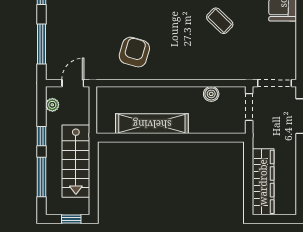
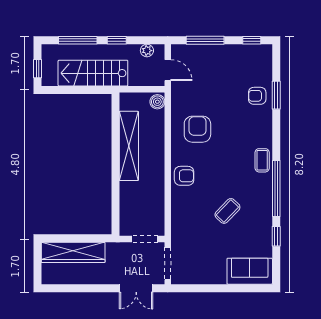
armchair: (134, 52) -> (197, 129), turned -106
armchair: (183, 66) -> (184, 176), added
boiler: (211, 94) -> (157, 102), moved

